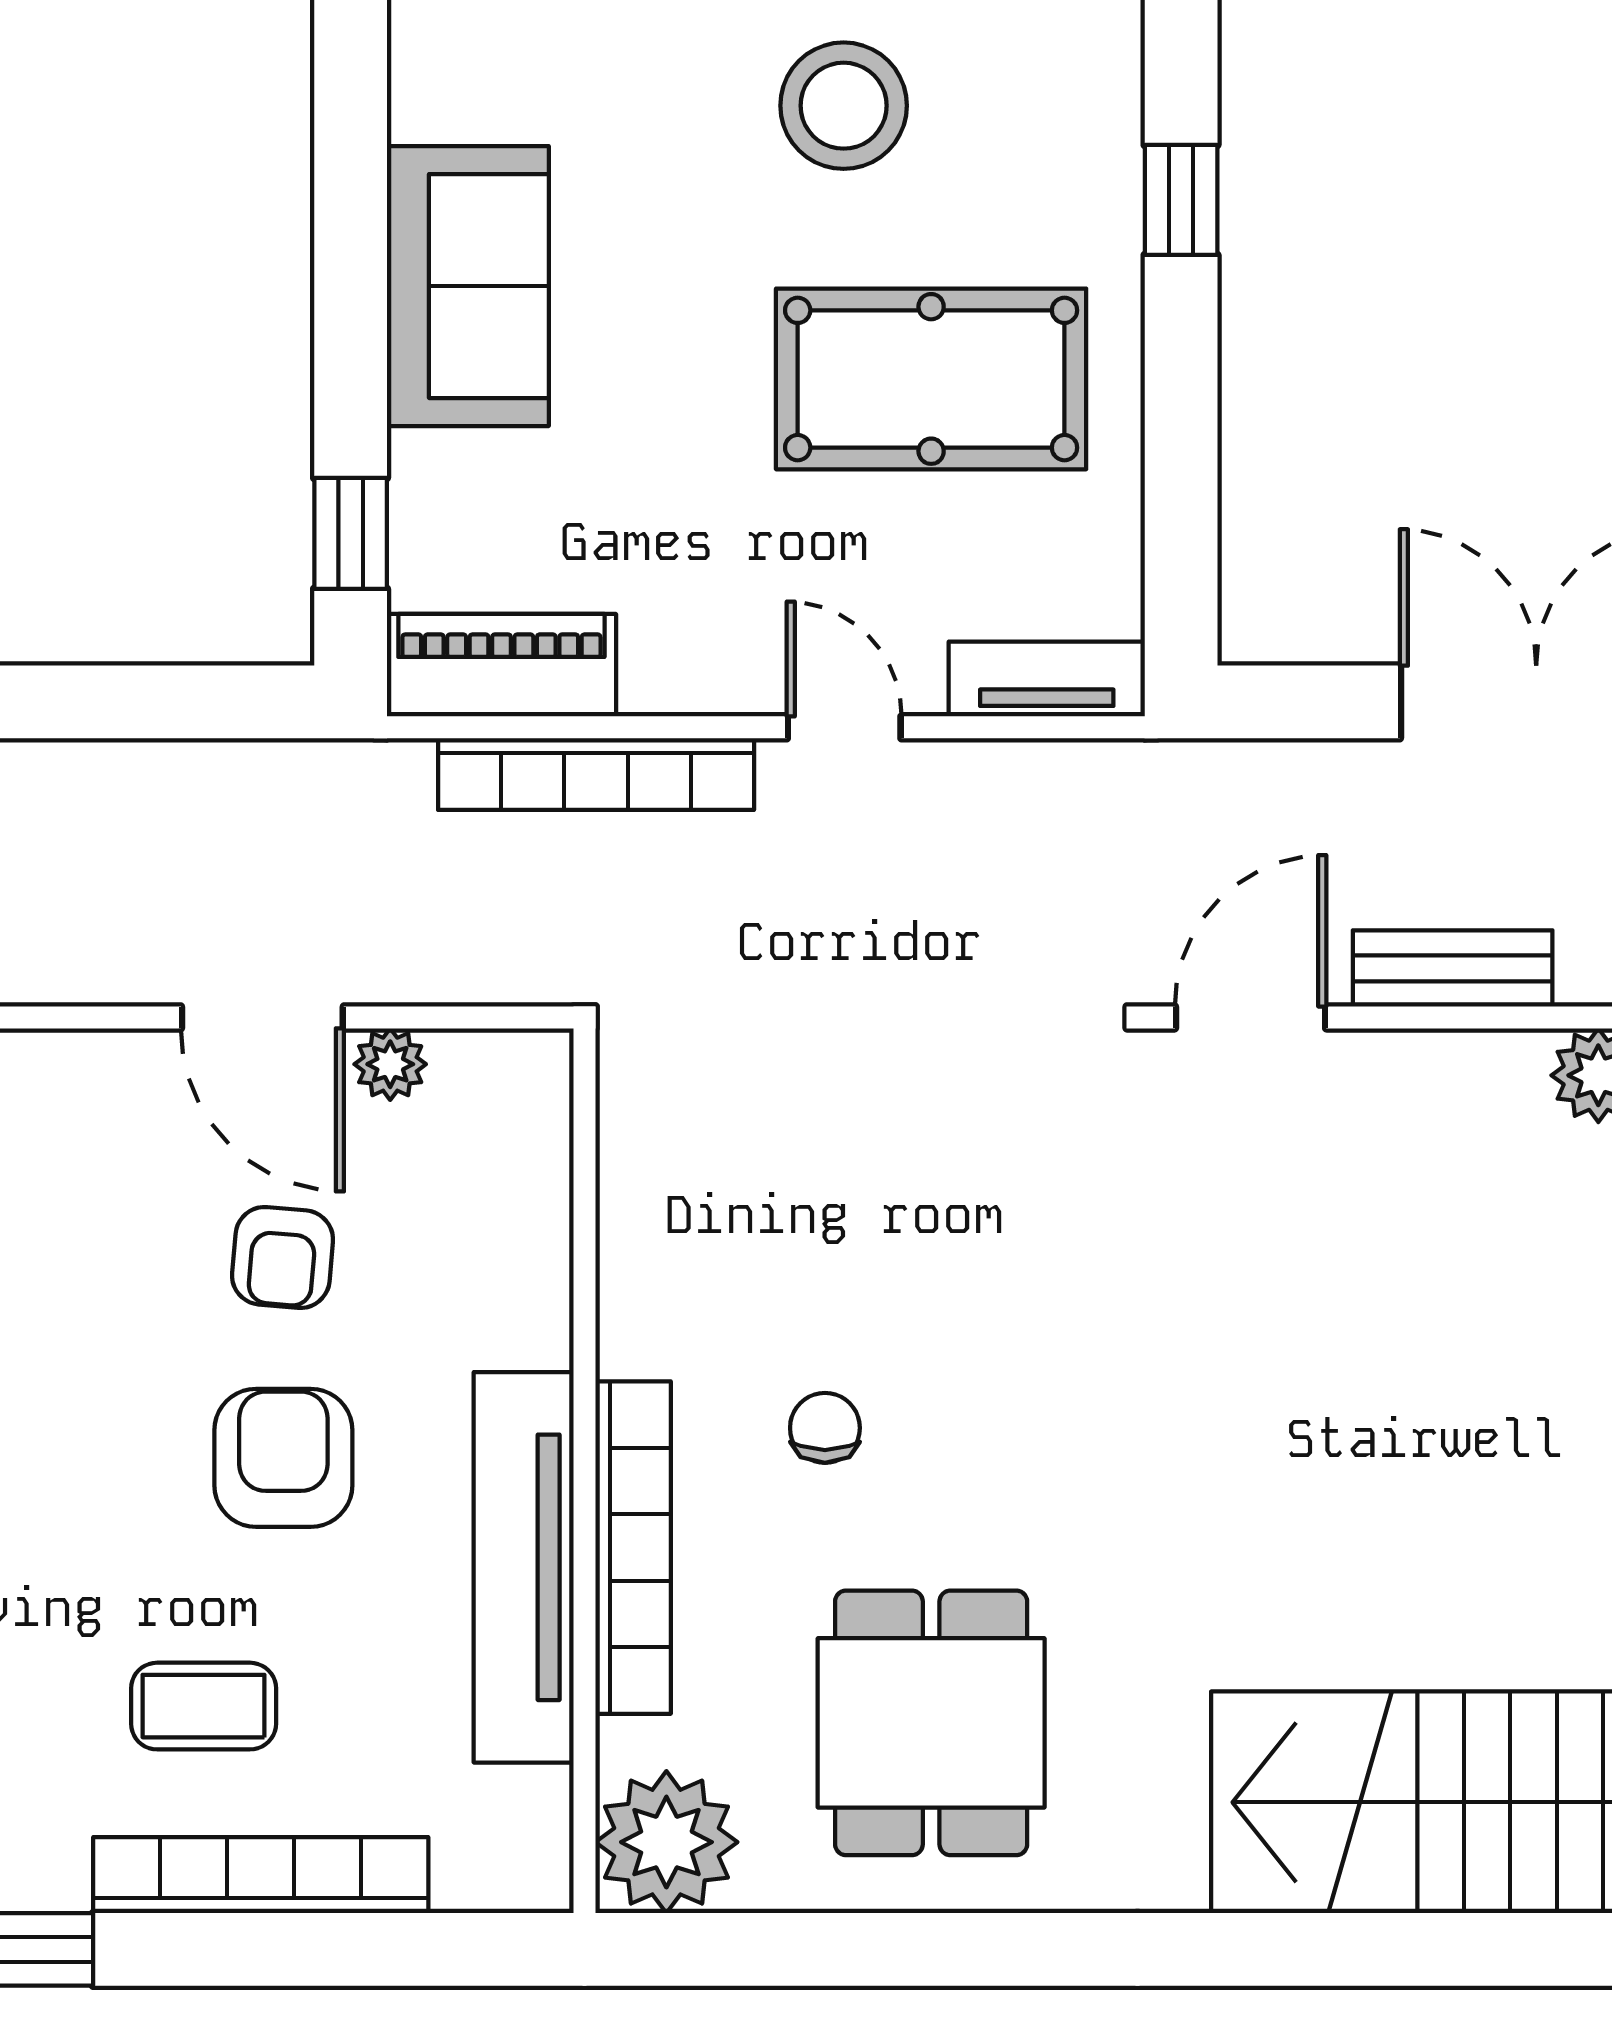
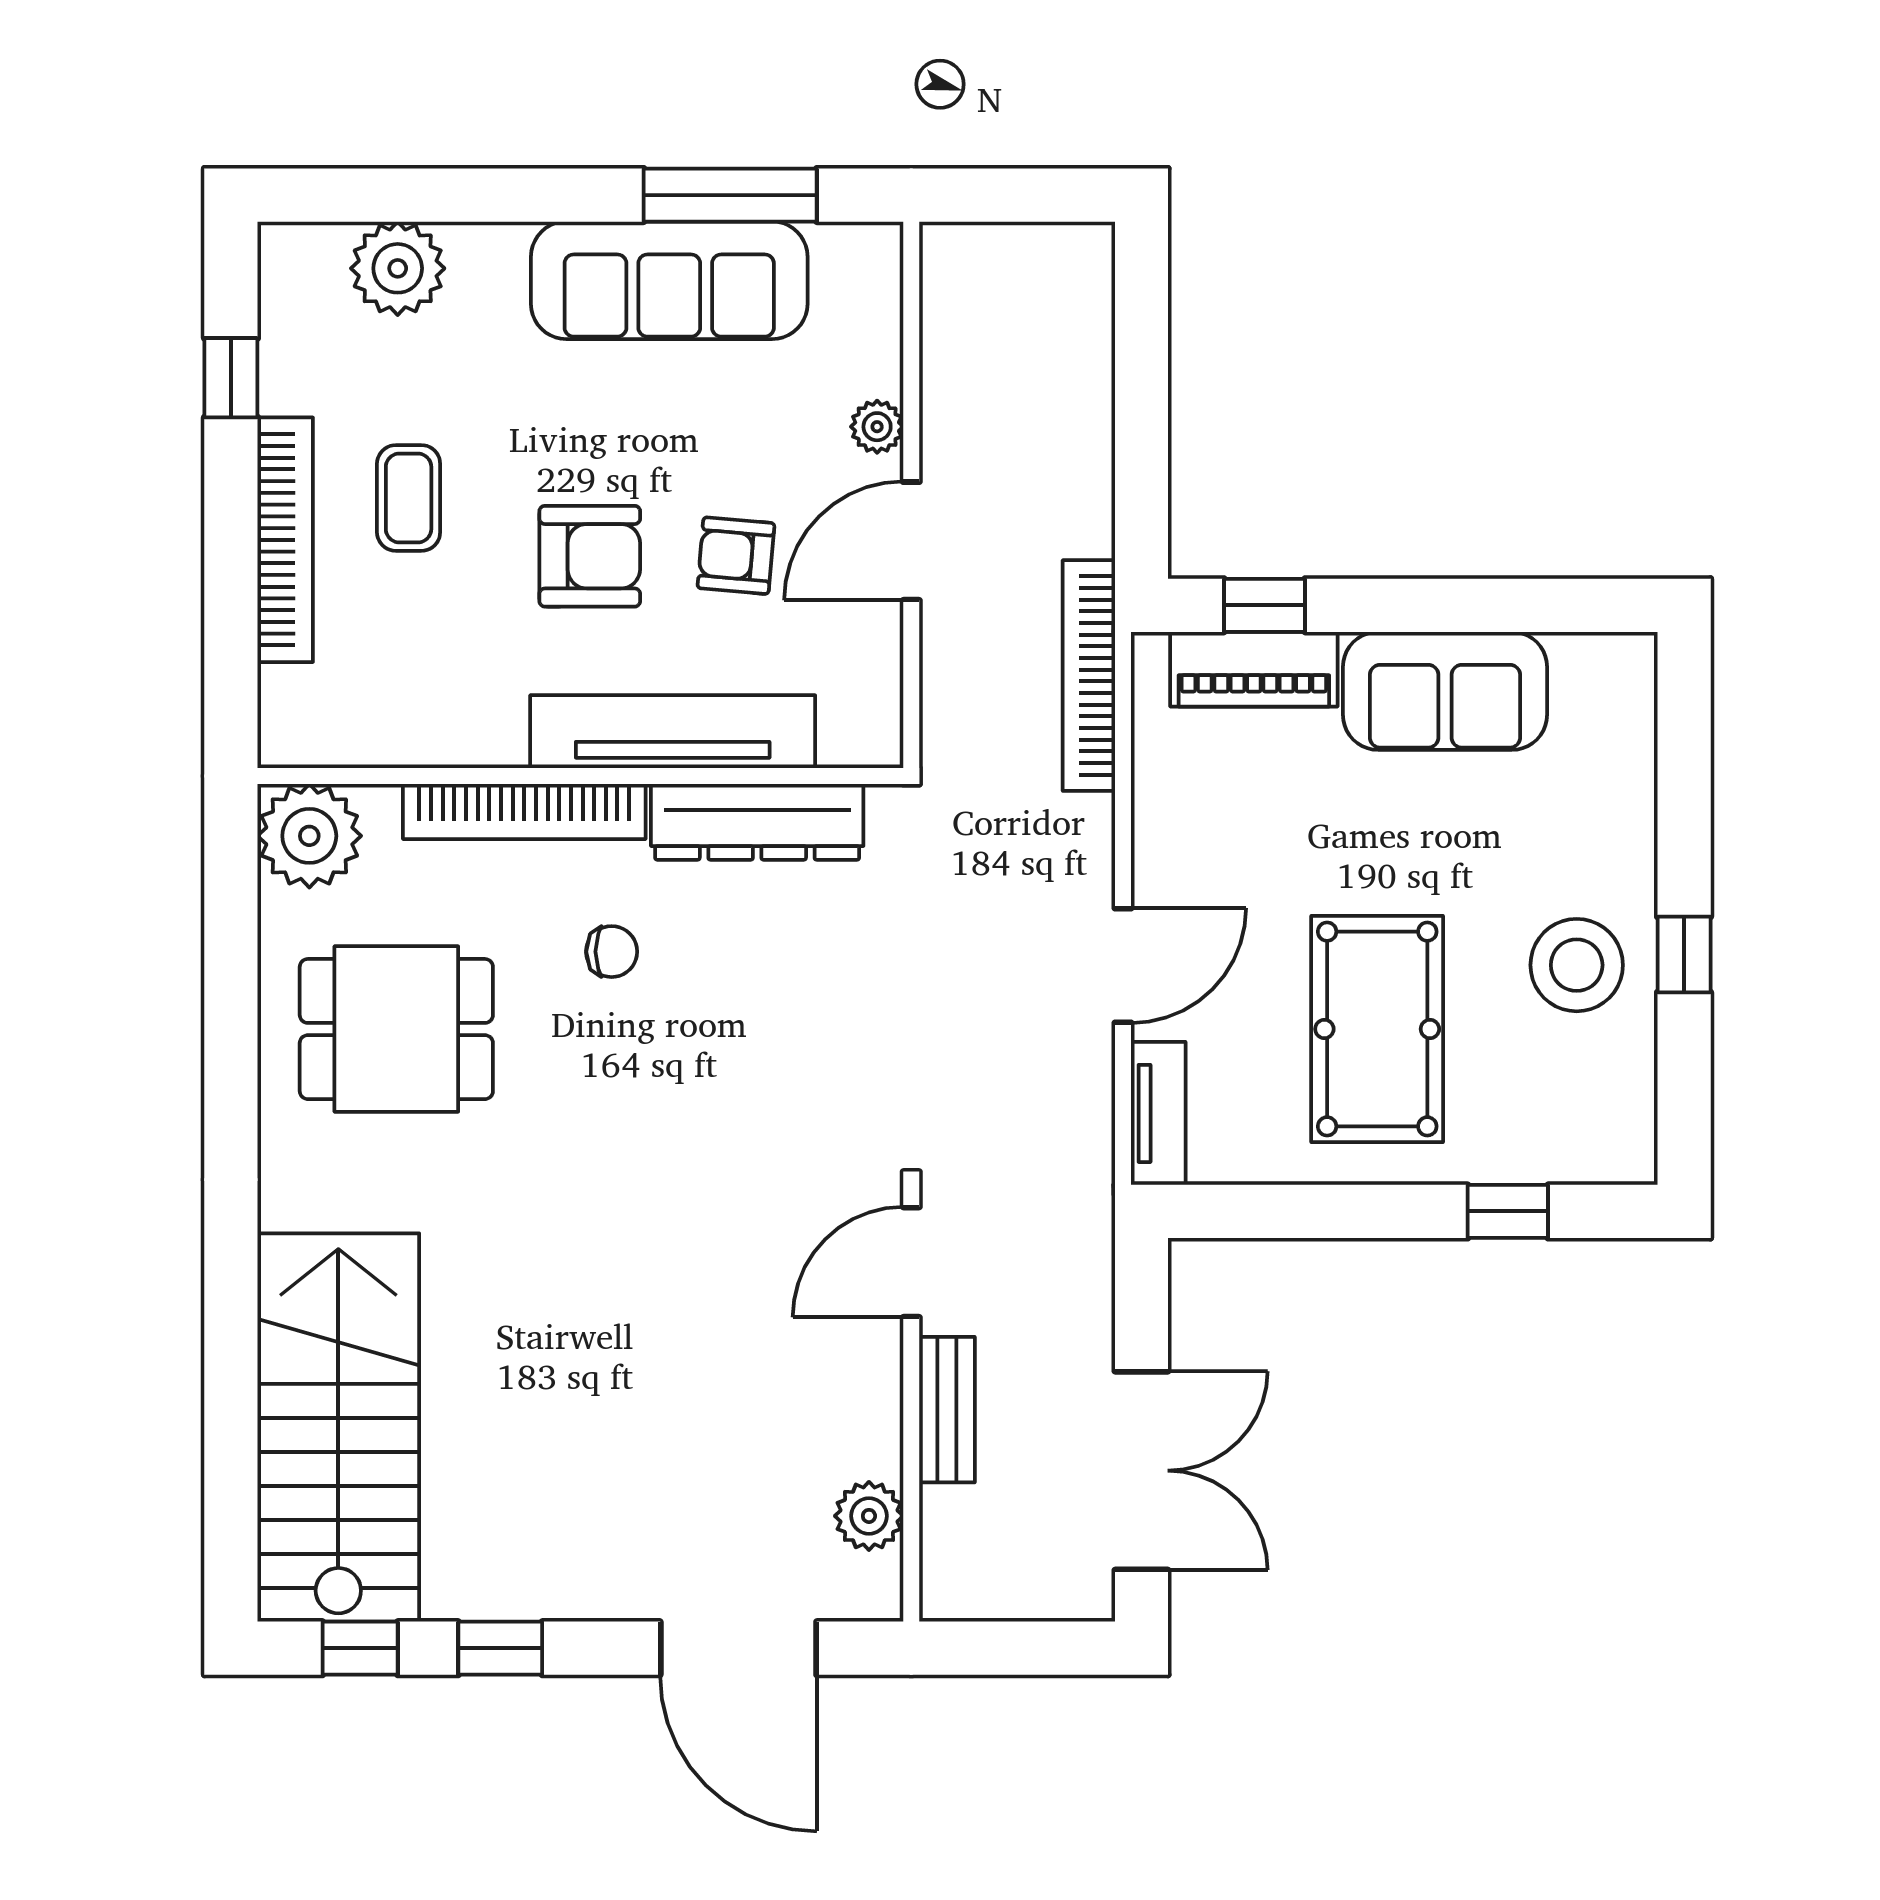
piano: (501, 665) -> (1254, 669), moved, turned 90
door: (844, 727) -> (1123, 966), width x1.38
bookcase: (596, 774) -> (1089, 676), moved
door: (1251, 1017) -> (911, 1262), swing flipped
plant: (390, 1064) -> (877, 427), moved
dresser: (647, 1229) -> (757, 822), added
tv unit: (524, 1567) -> (673, 732), moved

